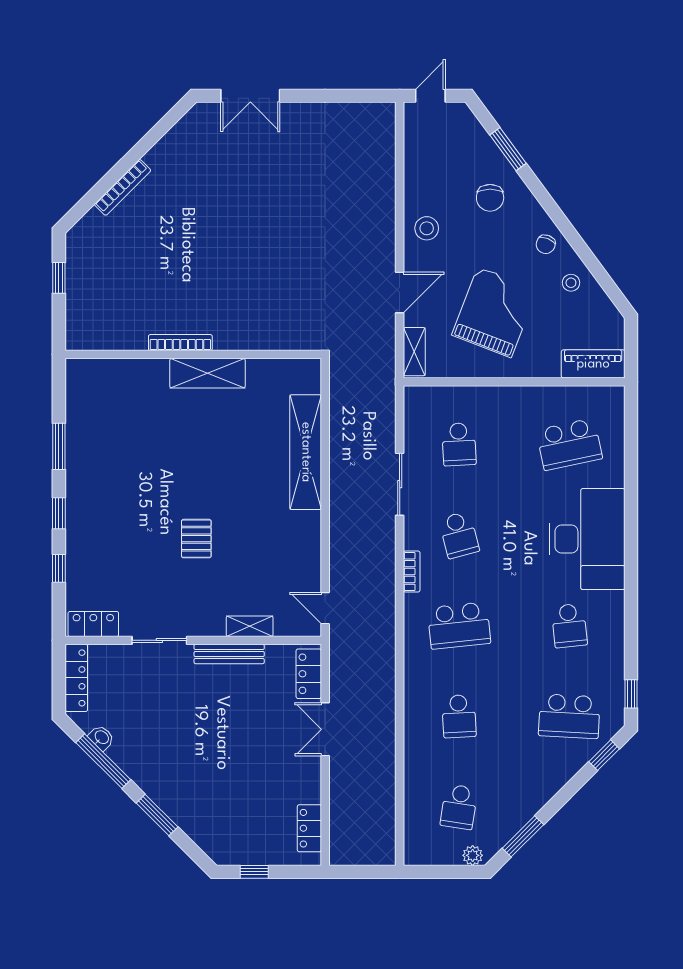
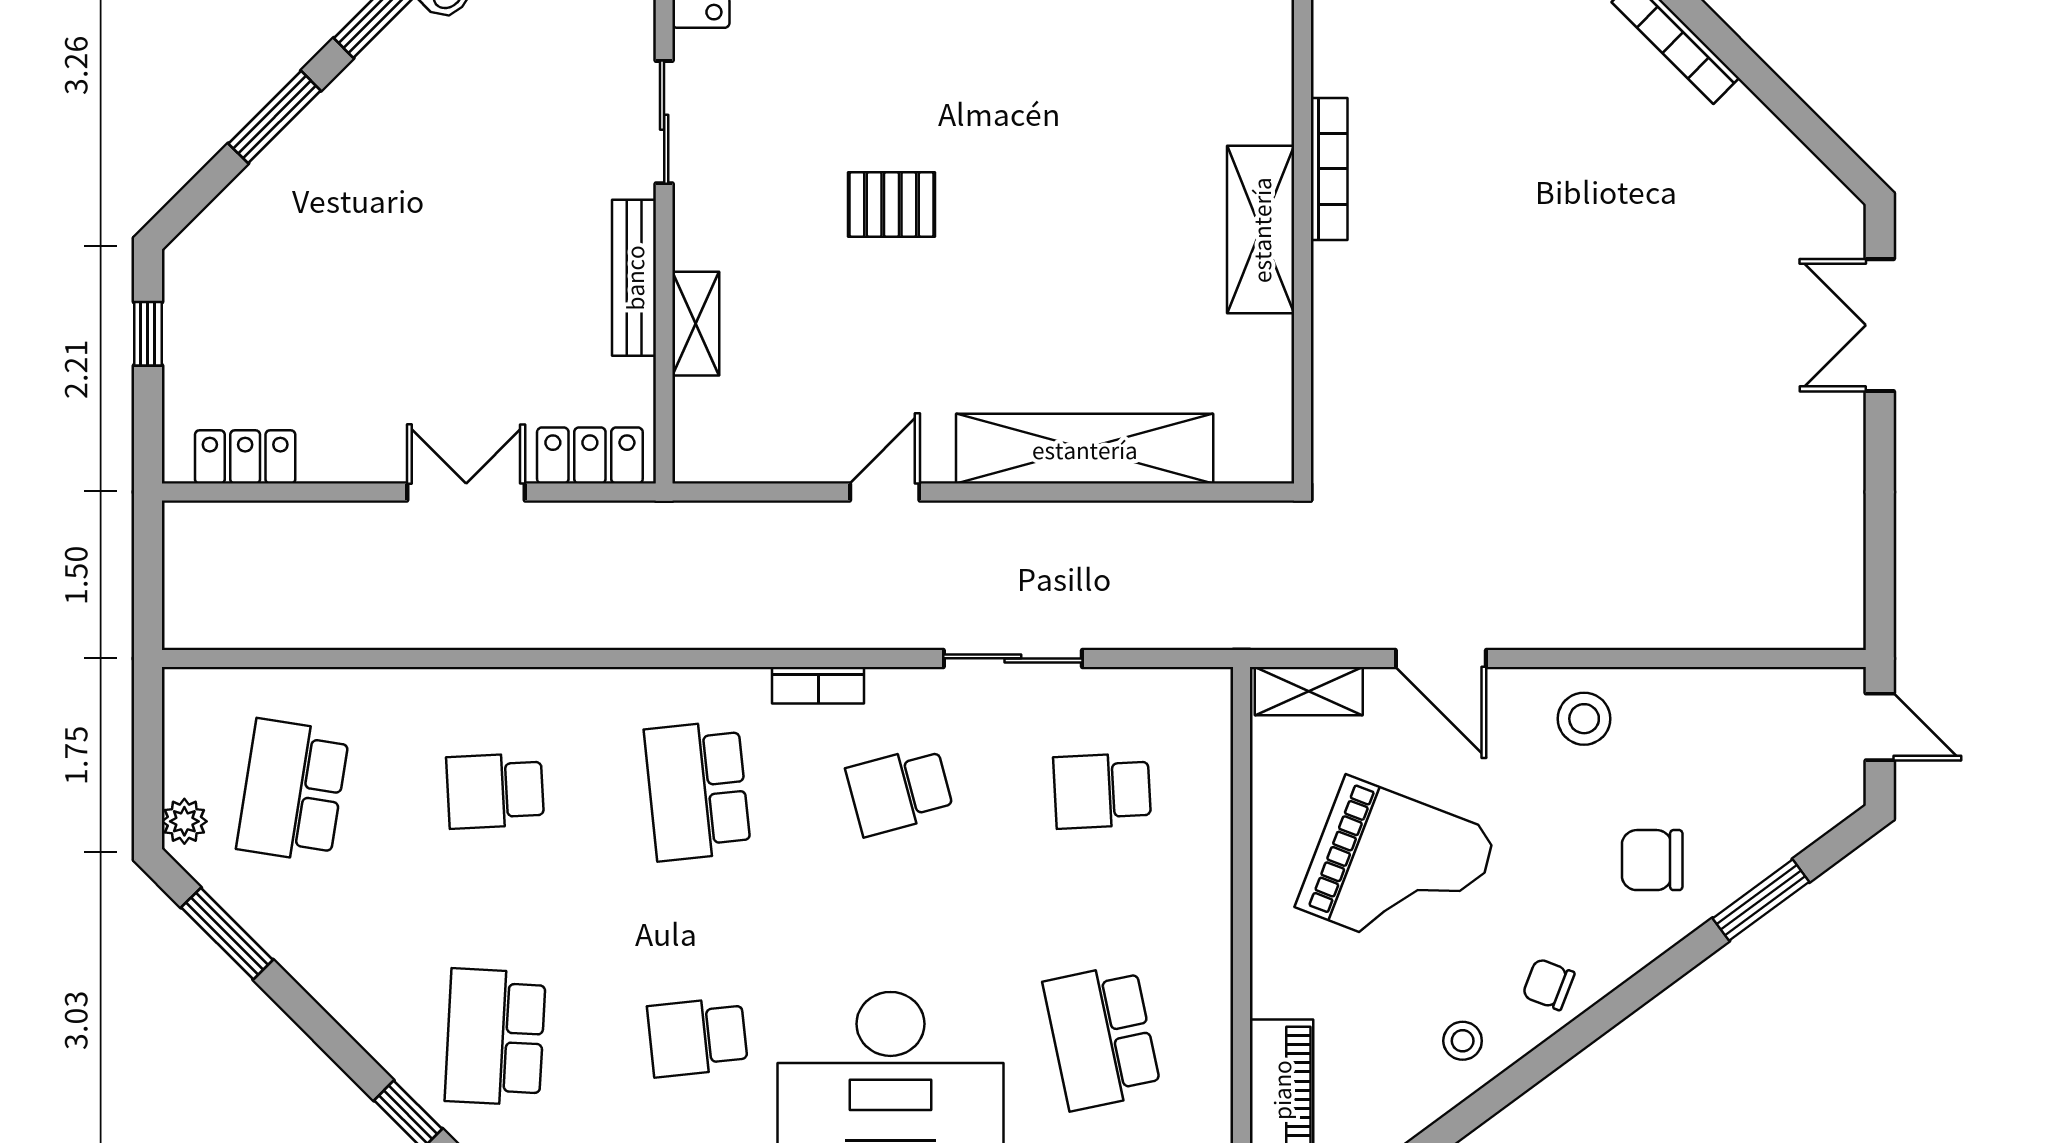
door: (325, 608) -> (885, 492), moved
school desk: (459, 807) -> (293, 791), width x1.85

